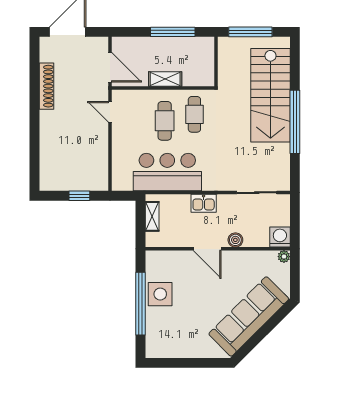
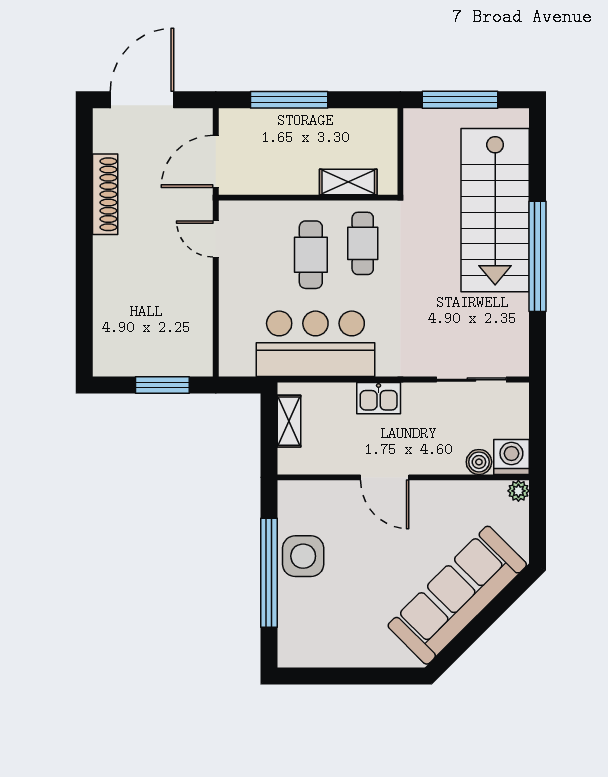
window: (173, 32) -> (289, 100), moved
door: (110, 67) -> (216, 161), swing flipped
shelving: (165, 79) -> (348, 182), moved
window: (79, 196) -> (162, 385), width x1.50
boiler: (235, 240) -> (479, 462), moved

